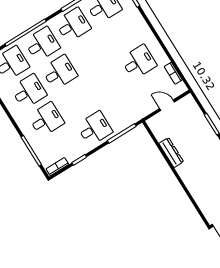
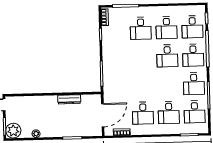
door: (167, 105) -> (103, 115), width x1.88
desk: (95, 128) -> (169, 112), moved

